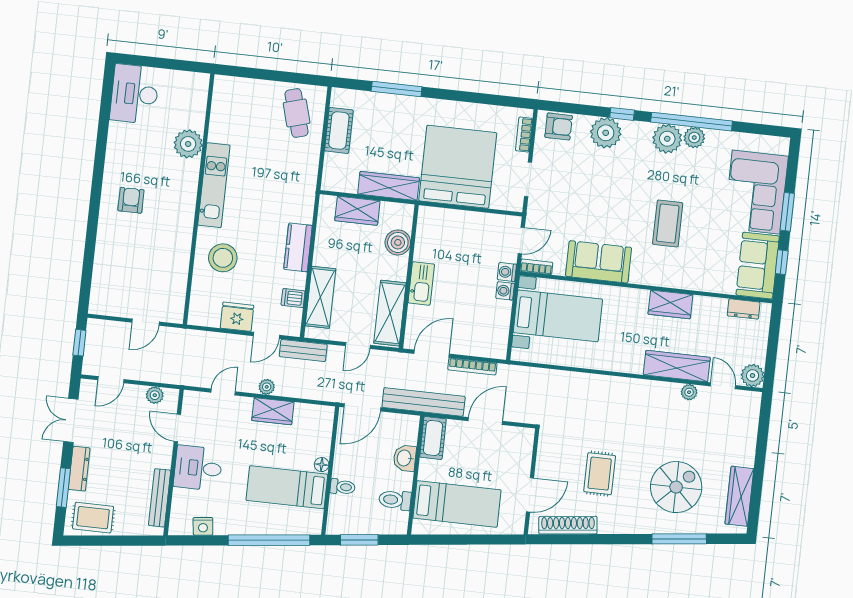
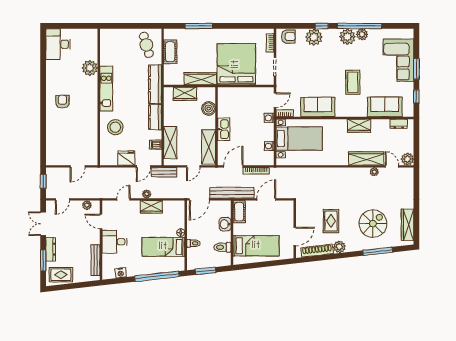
kitchen counter: (305, 187) -> (155, 84), added
sofa: (758, 266) -> (385, 107), moved, turned 90
washing machine: (505, 291) -> (269, 146), moved
plant: (610, 523) -> (339, 247), added

